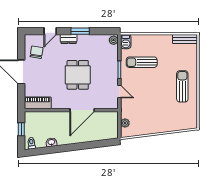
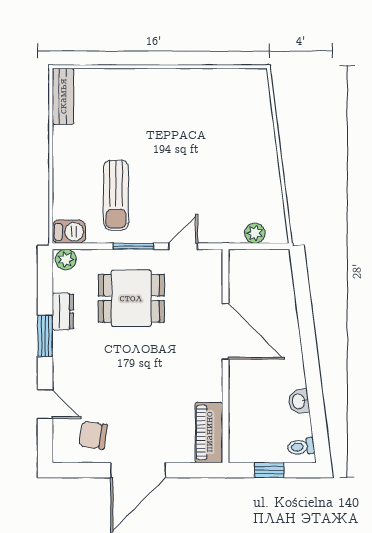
dresser: (69, 39) -> (63, 311), moved
dining table: (78, 75) -> (131, 298), moved
sun lounger: (182, 86) -> (171, 102), removed

